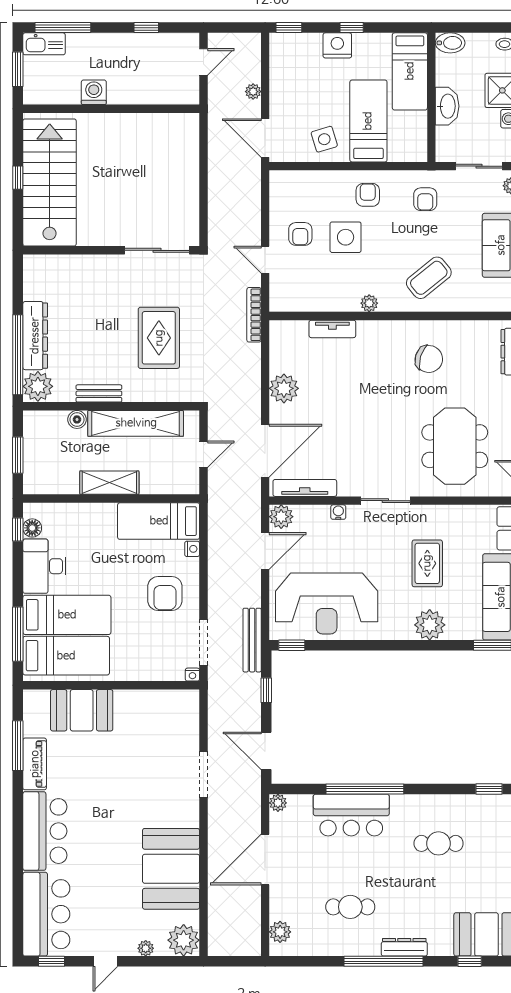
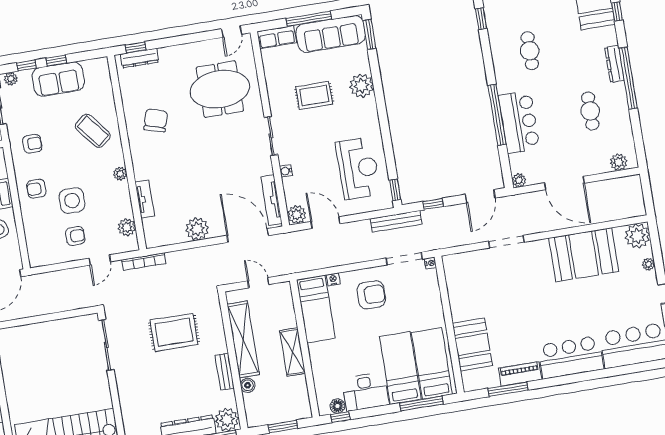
plant: (301, 300) -> (127, 227), added
reception desk: (327, 603) -> (358, 168), width x0.74, depth x0.77

